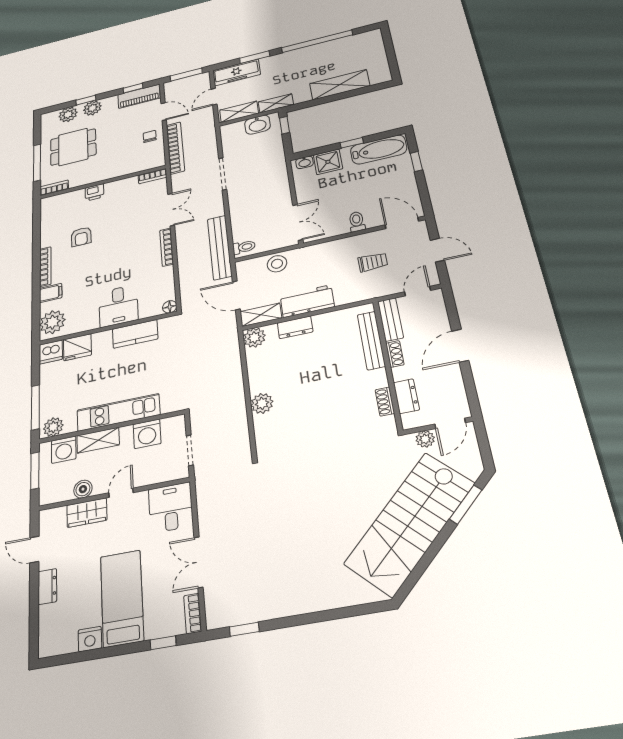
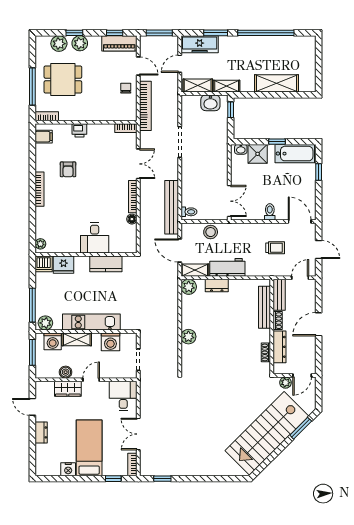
filing cabinet: (51, 293) -> (44, 137), moved
floor lamp: (170, 307) -> (132, 219), moved
plant: (52, 322) -> (40, 244), width x0.53, depth x0.53
dresser: (406, 396) -> (279, 347), width x1.44

